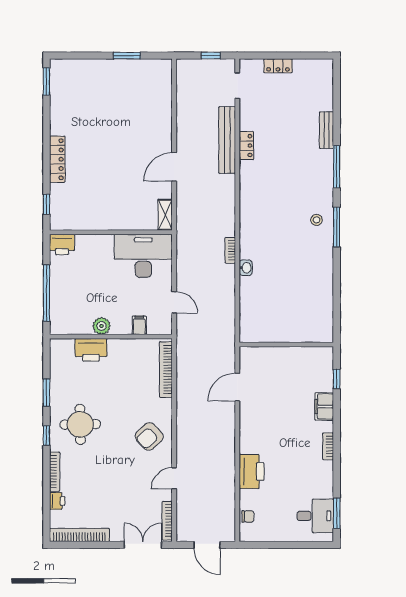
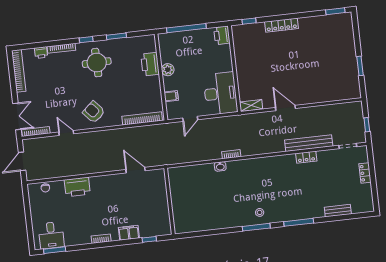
bench: (326, 130) -> (338, 211), moved

